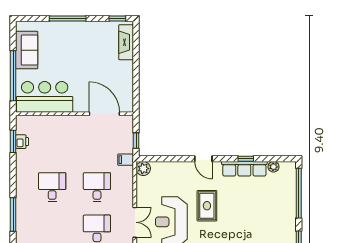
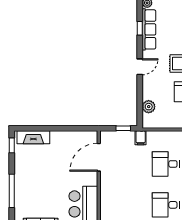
plant: (143, 169) -> (149, 107), moved

